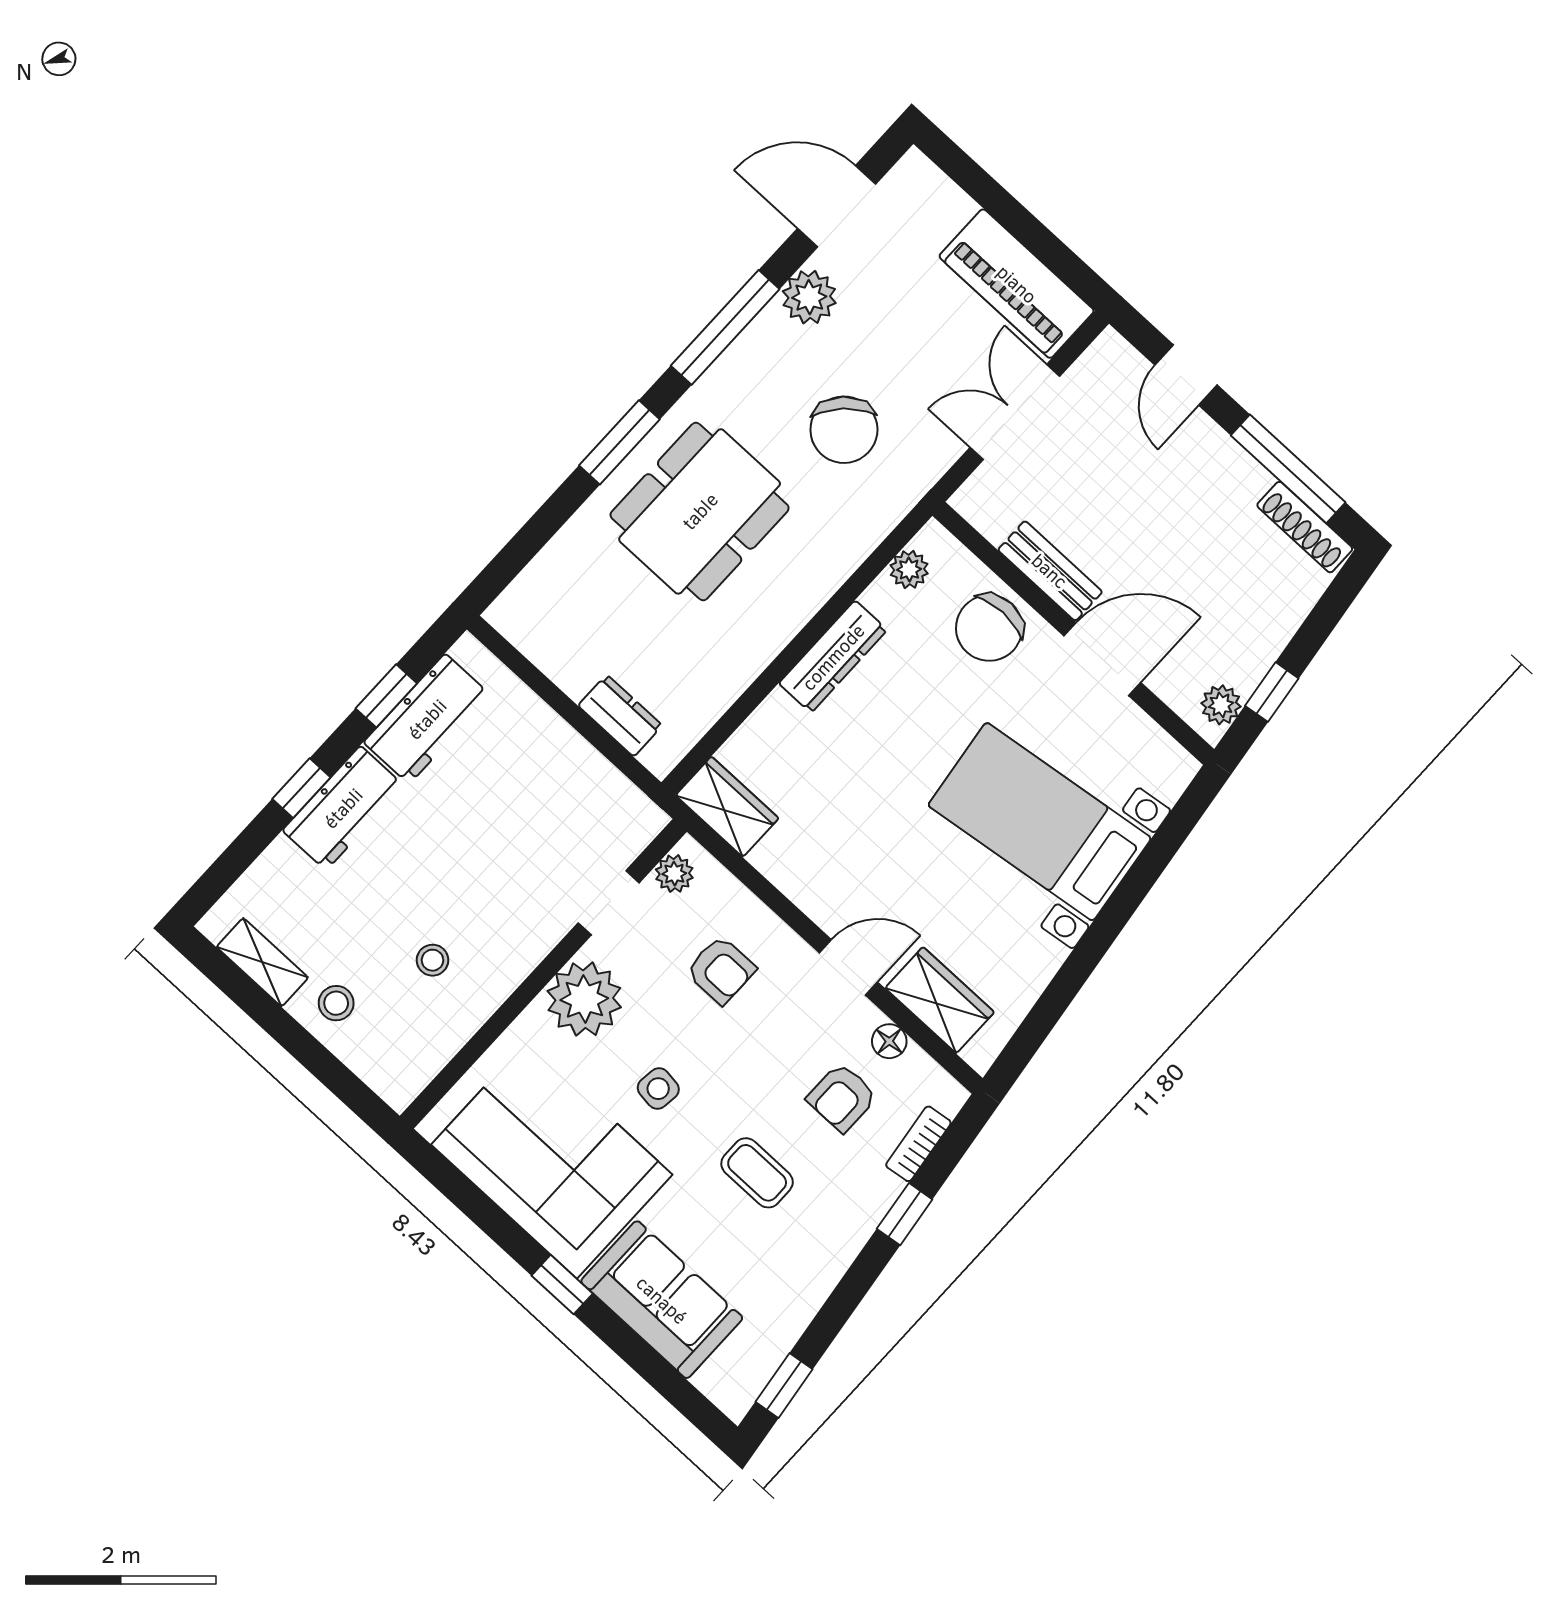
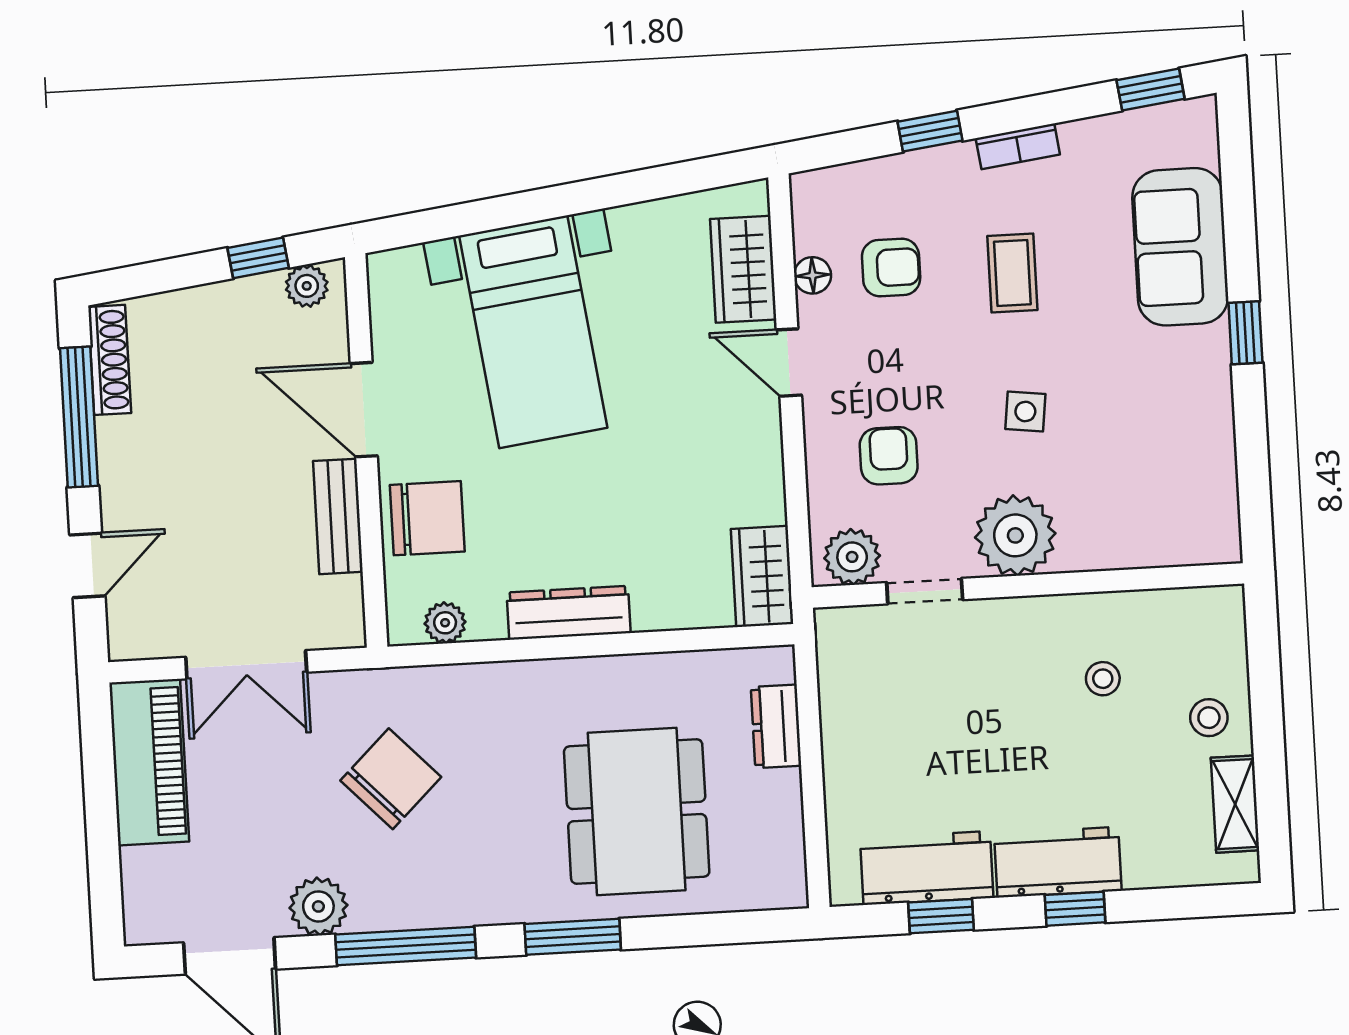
dining table: (700, 511) -> (637, 811), moved, turned 90
plant: (674, 874) -> (852, 557), width x1.38, depth x1.38
bookcase: (918, 1144) -> (1018, 146), moved
corner sofa: (552, 1160) -> (1160, 436), removed

